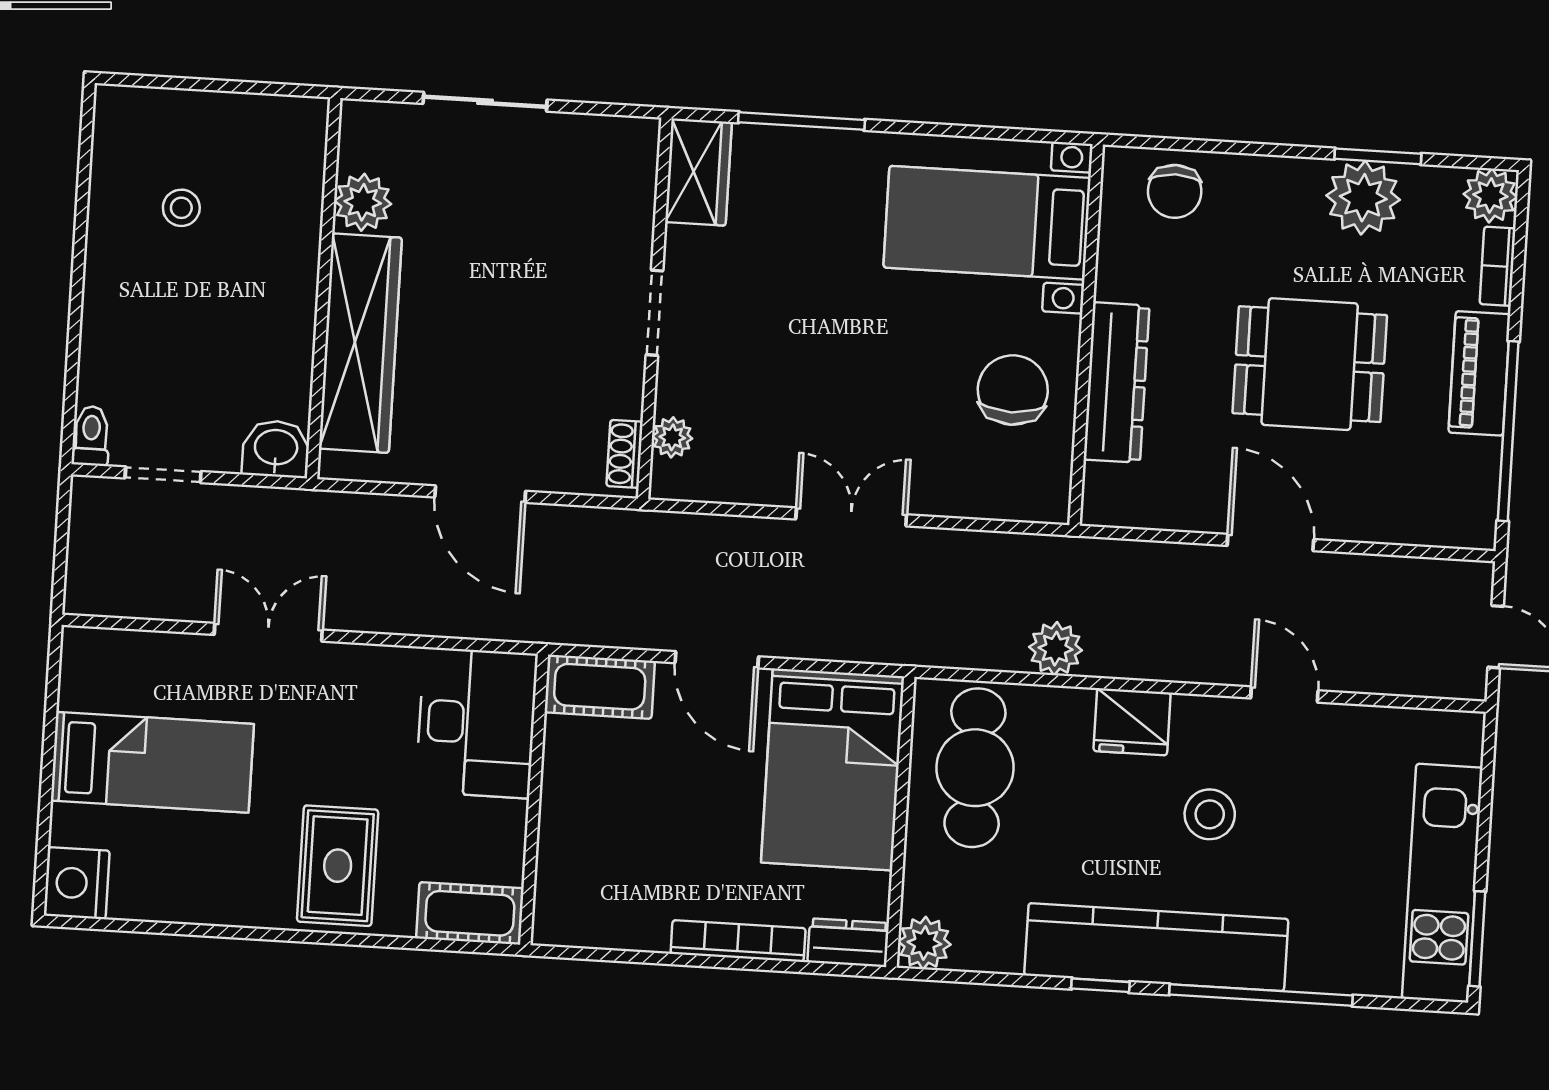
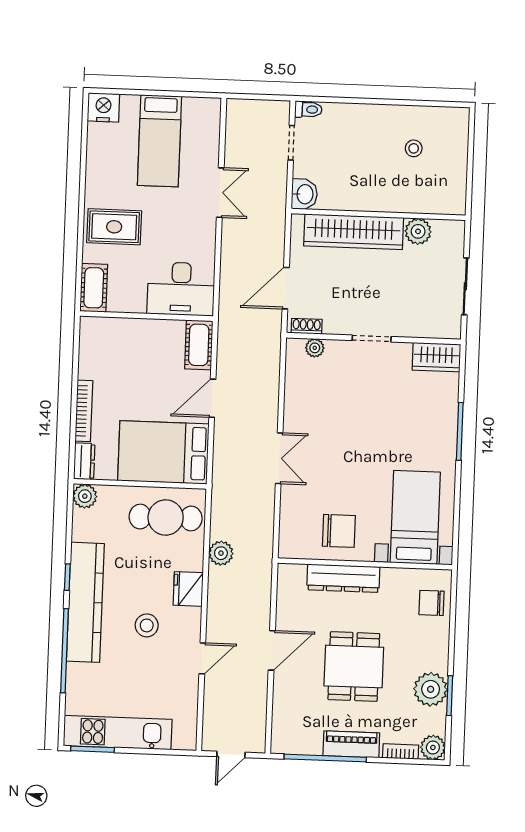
wardrobe: (698, 172) -> (436, 357), moved
wall: (655, 308) -> (374, 339), moved
doorway: (654, 313) -> (372, 338), moved
plant: (672, 437) -> (315, 348), moved
shoe rack: (625, 454) -> (307, 326), moved

